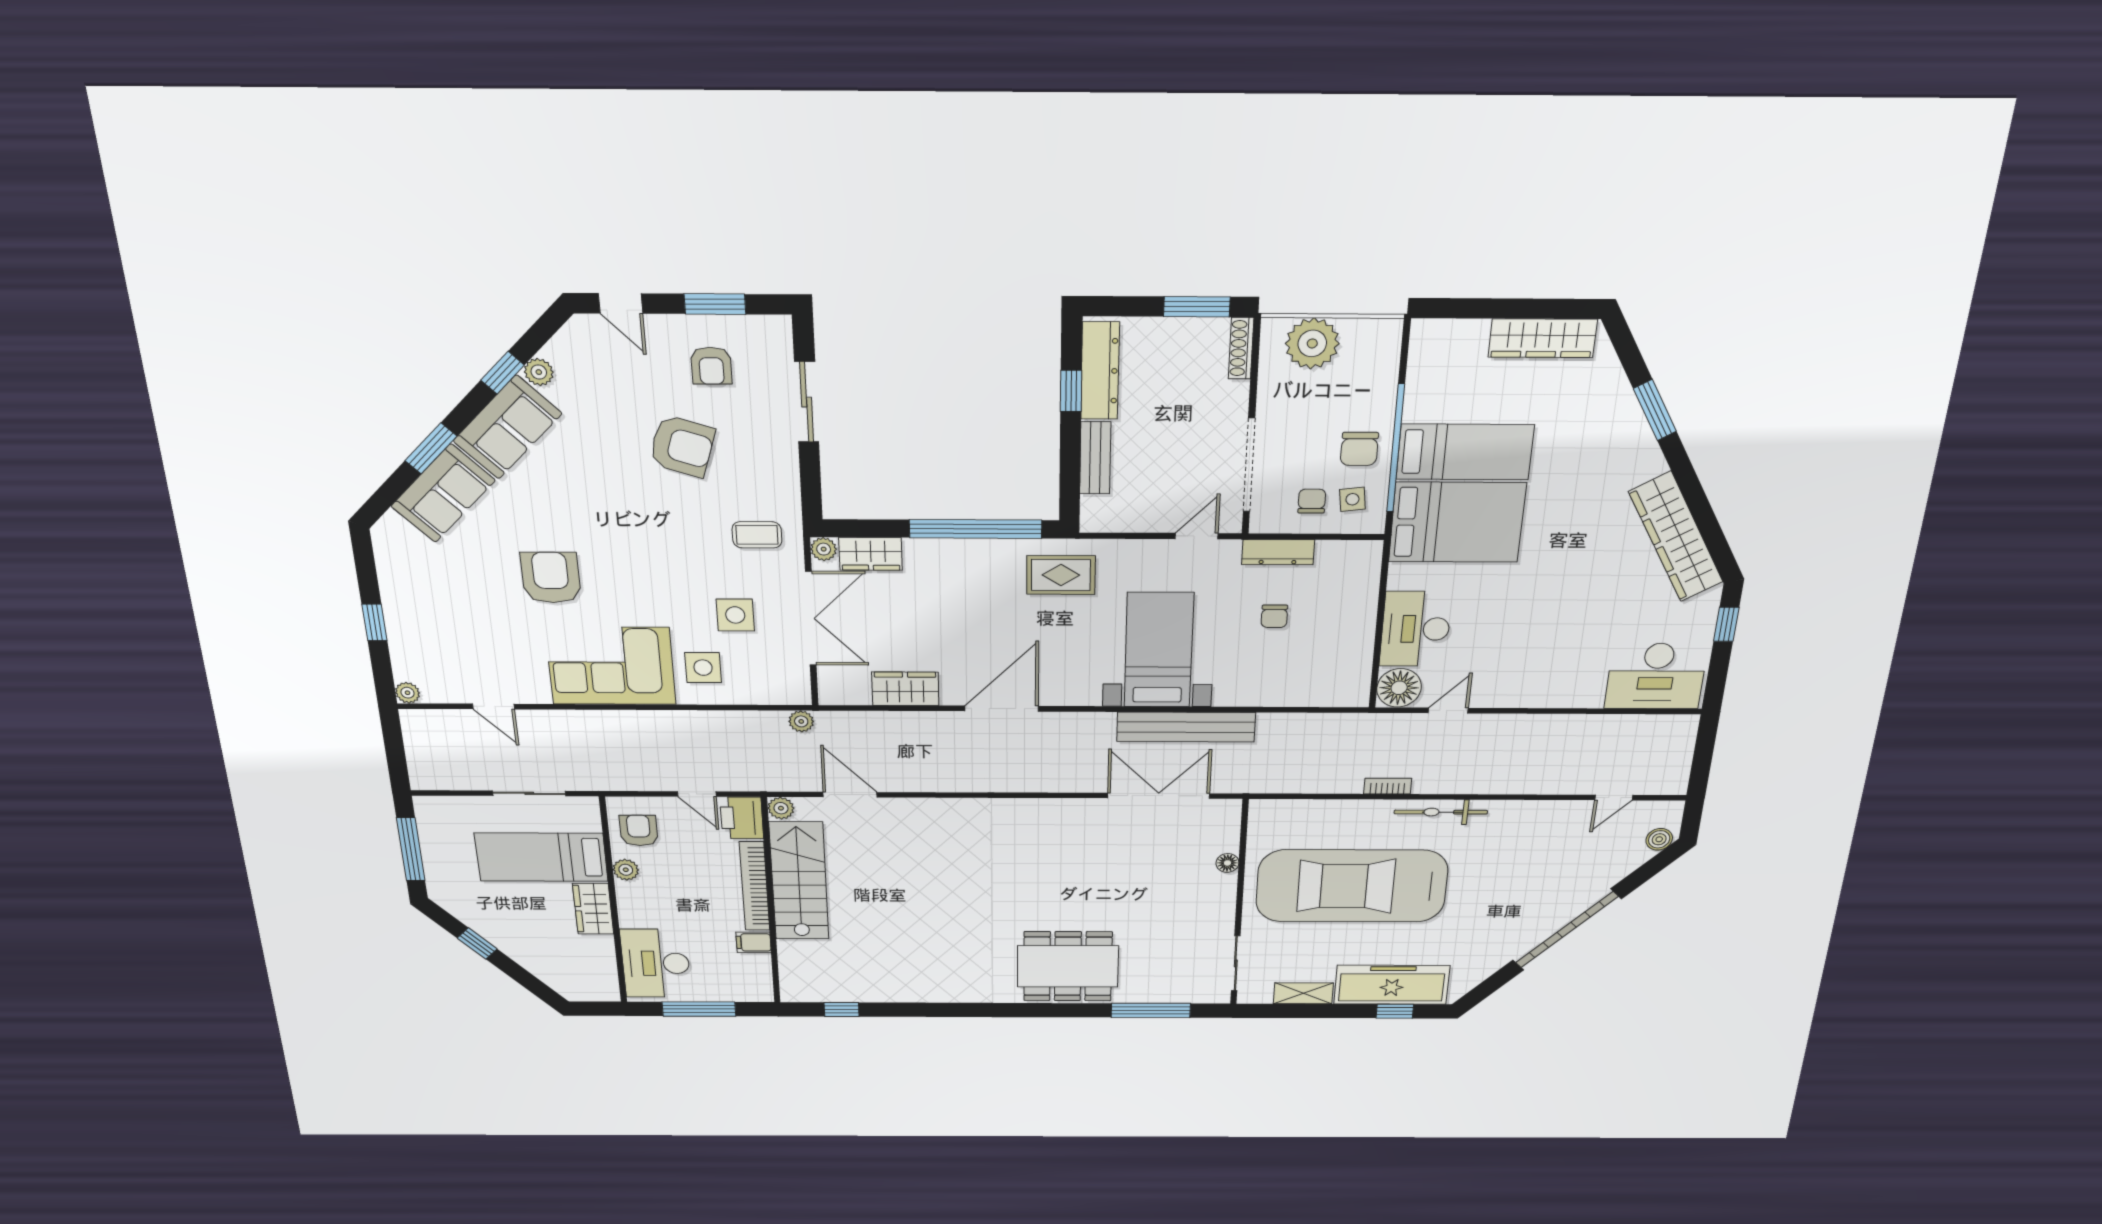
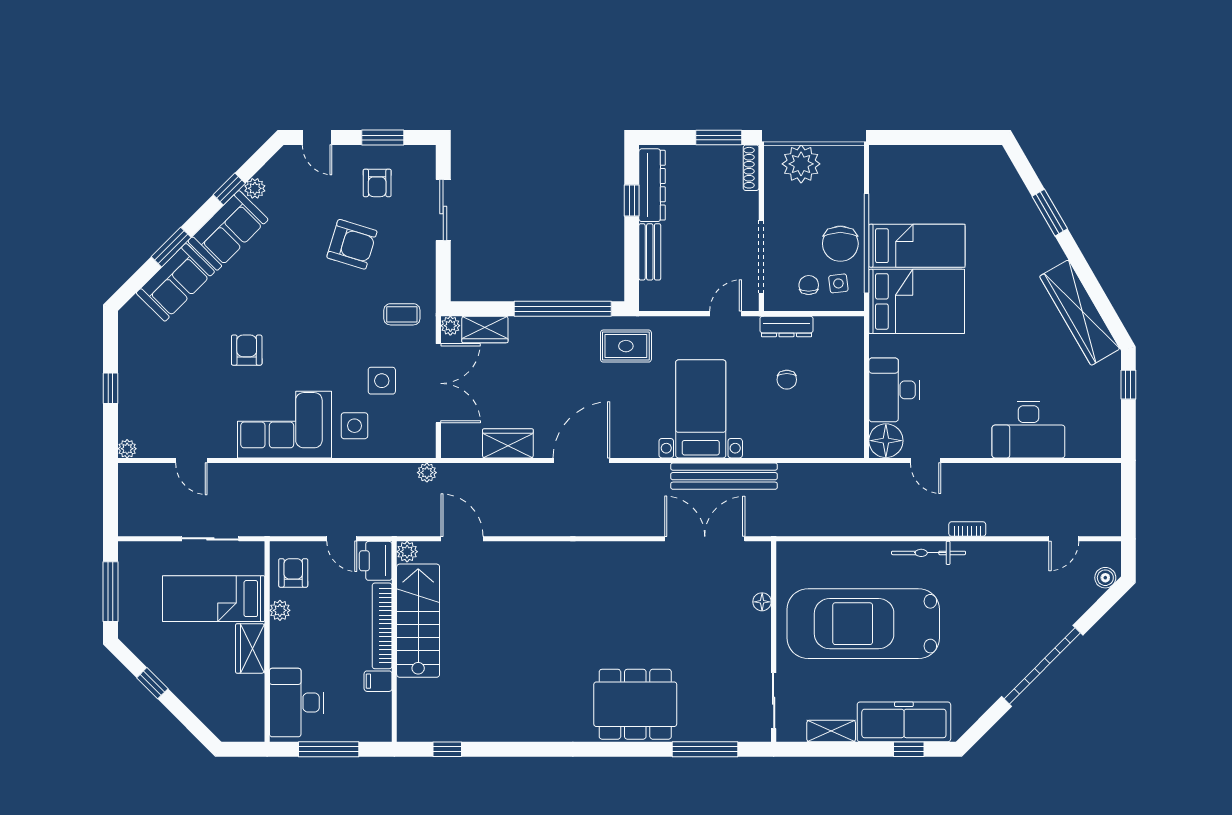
wardrobe: (1543, 338) -> (963, 159), removed
chair: (1359, 449) -> (840, 244), width x1.37, depth x1.37
armchair: (551, 578) -> (247, 350), width x0.72, depth x0.72
desk: (1656, 676) -> (1028, 430), moved
door: (1448, 710) -> (926, 460), swing flipped
bookcase: (1388, 786) -> (967, 529), moved

